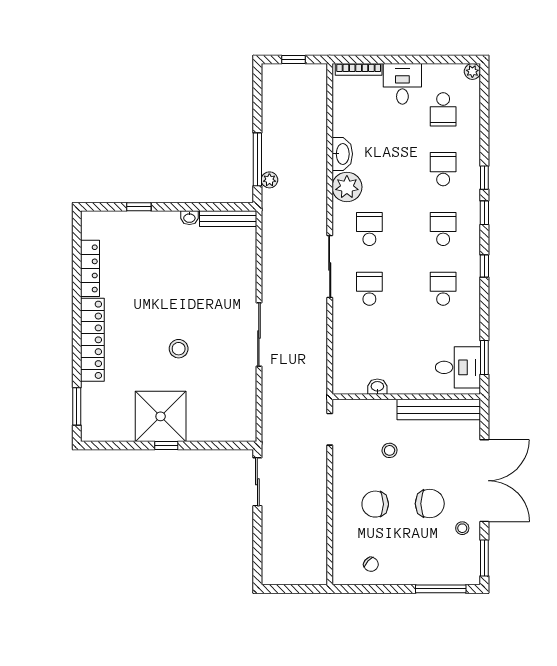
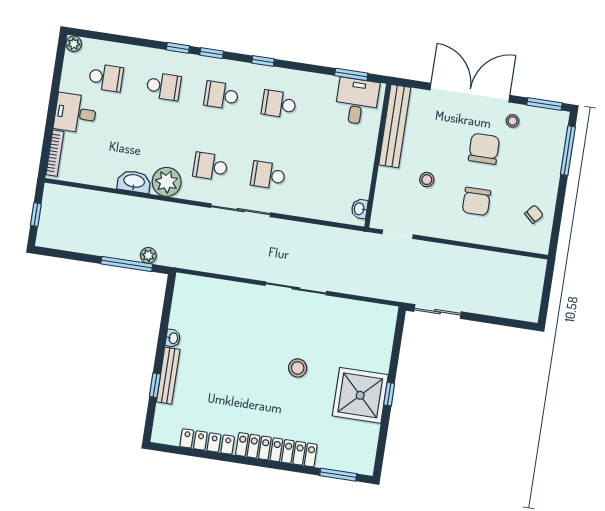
school desk: (443, 169) -> (164, 86), turned 180
bench: (228, 219) -> (168, 376), moved
washbasin: (377, 387) -> (360, 209), moved

